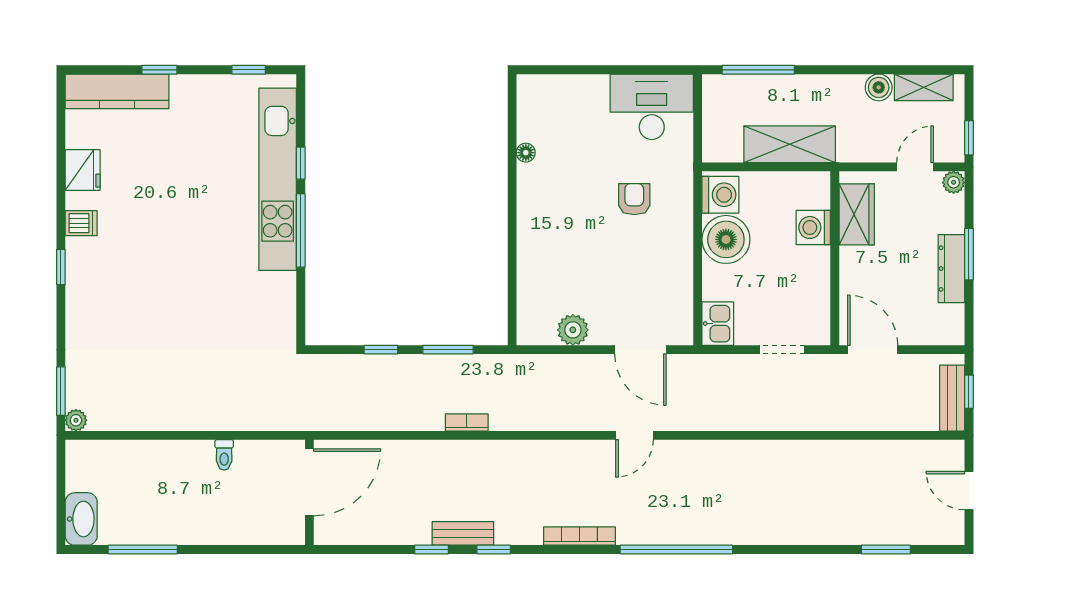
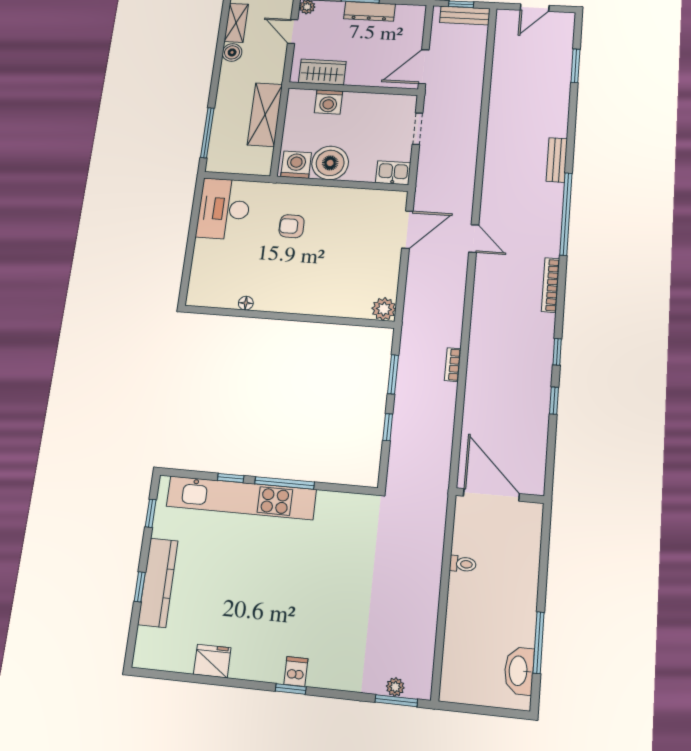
kitchen counter: (117, 91) -> (158, 582), moved
dishwasher: (81, 223) -> (296, 671), moved
plant: (573, 330) -> (384, 309), moved
plant: (76, 420) -> (395, 687), moved
washbasin: (81, 519) -> (519, 671), moved, turned -90
bench: (463, 533) -> (557, 160), moved

